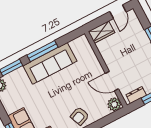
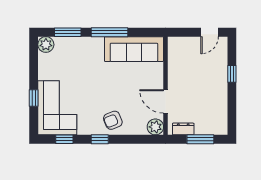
wardrobe: (101, 32) -> (181, 44), removed
sofa: (50, 63) -> (134, 49), moved

